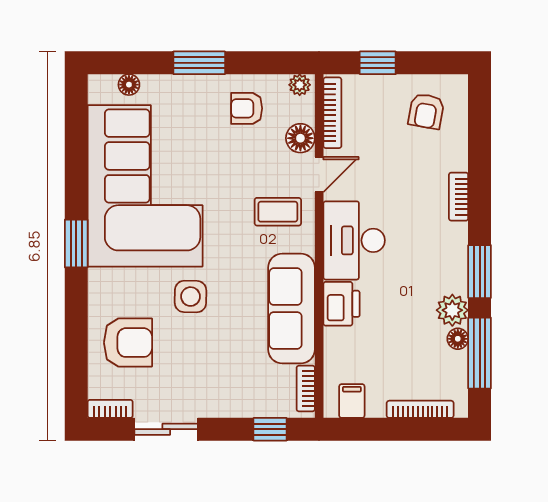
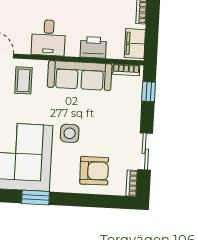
desk: (354, 240) -> (49, 38), width x0.73
printer: (341, 304) -> (93, 47), moved
armchair: (128, 343) -> (94, 171), turned 89
filing cabinet: (352, 401) -> (135, 44), width x2.00

